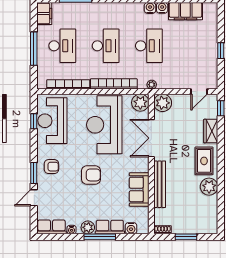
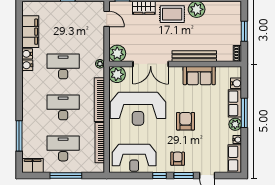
window: (34, 121) -> (159, 175), moved

